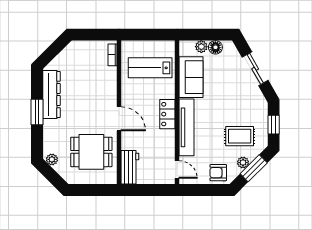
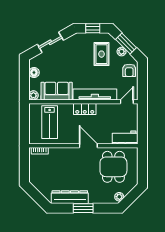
plant: (201, 47) -> (33, 95), moved
door: (119, 119) -> (88, 146), hinge flipped

